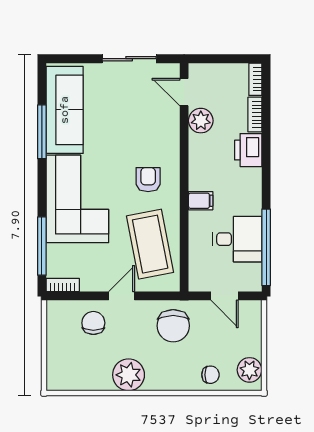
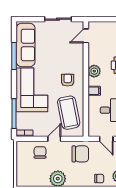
door: (184, 92) -> (86, 36), hinge flipped
plant: (201, 121) -> (94, 71), moved
chair: (173, 326) -> (80, 154), turned -90

